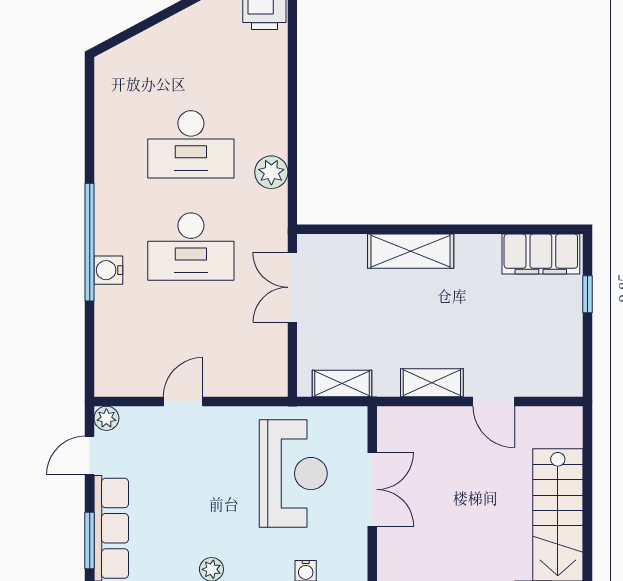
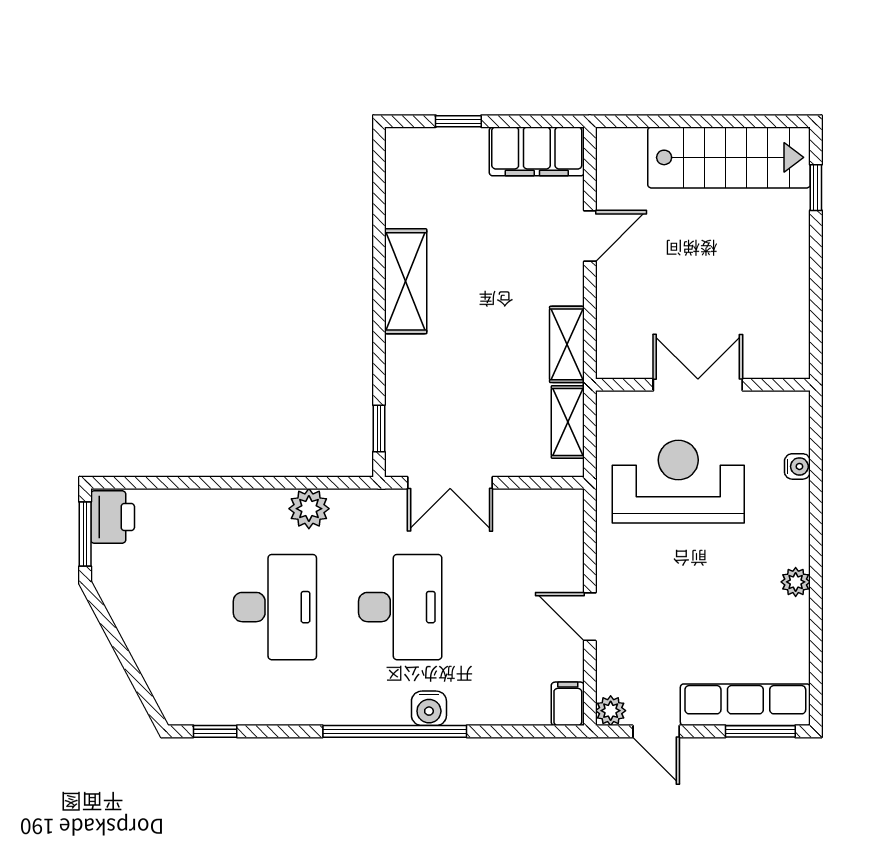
window: (90, 96) -> (215, 731), added
window: (337, 229) -> (379, 428), added
shelving: (411, 251) -> (406, 281), moved
filing cabinet: (541, 254) -> (537, 151), moved, turned 90
filing cabinet: (112, 383) -> (568, 704), added
shelving: (432, 383) -> (567, 344), moved

